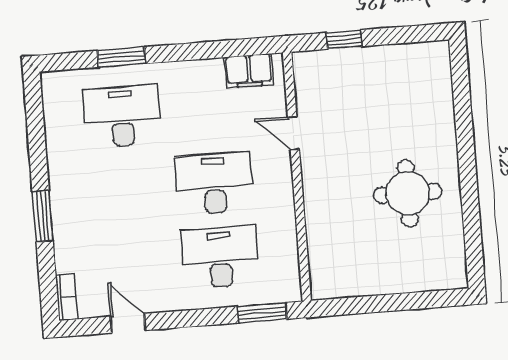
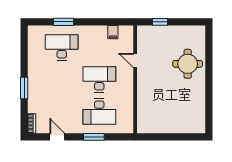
filing cabinet: (249, 71) -> (113, 32), width x0.50
round table: (408, 193) -> (188, 64), moved
desk: (220, 257) -> (99, 111), turned 180
window: (262, 313) -> (94, 137), moved

